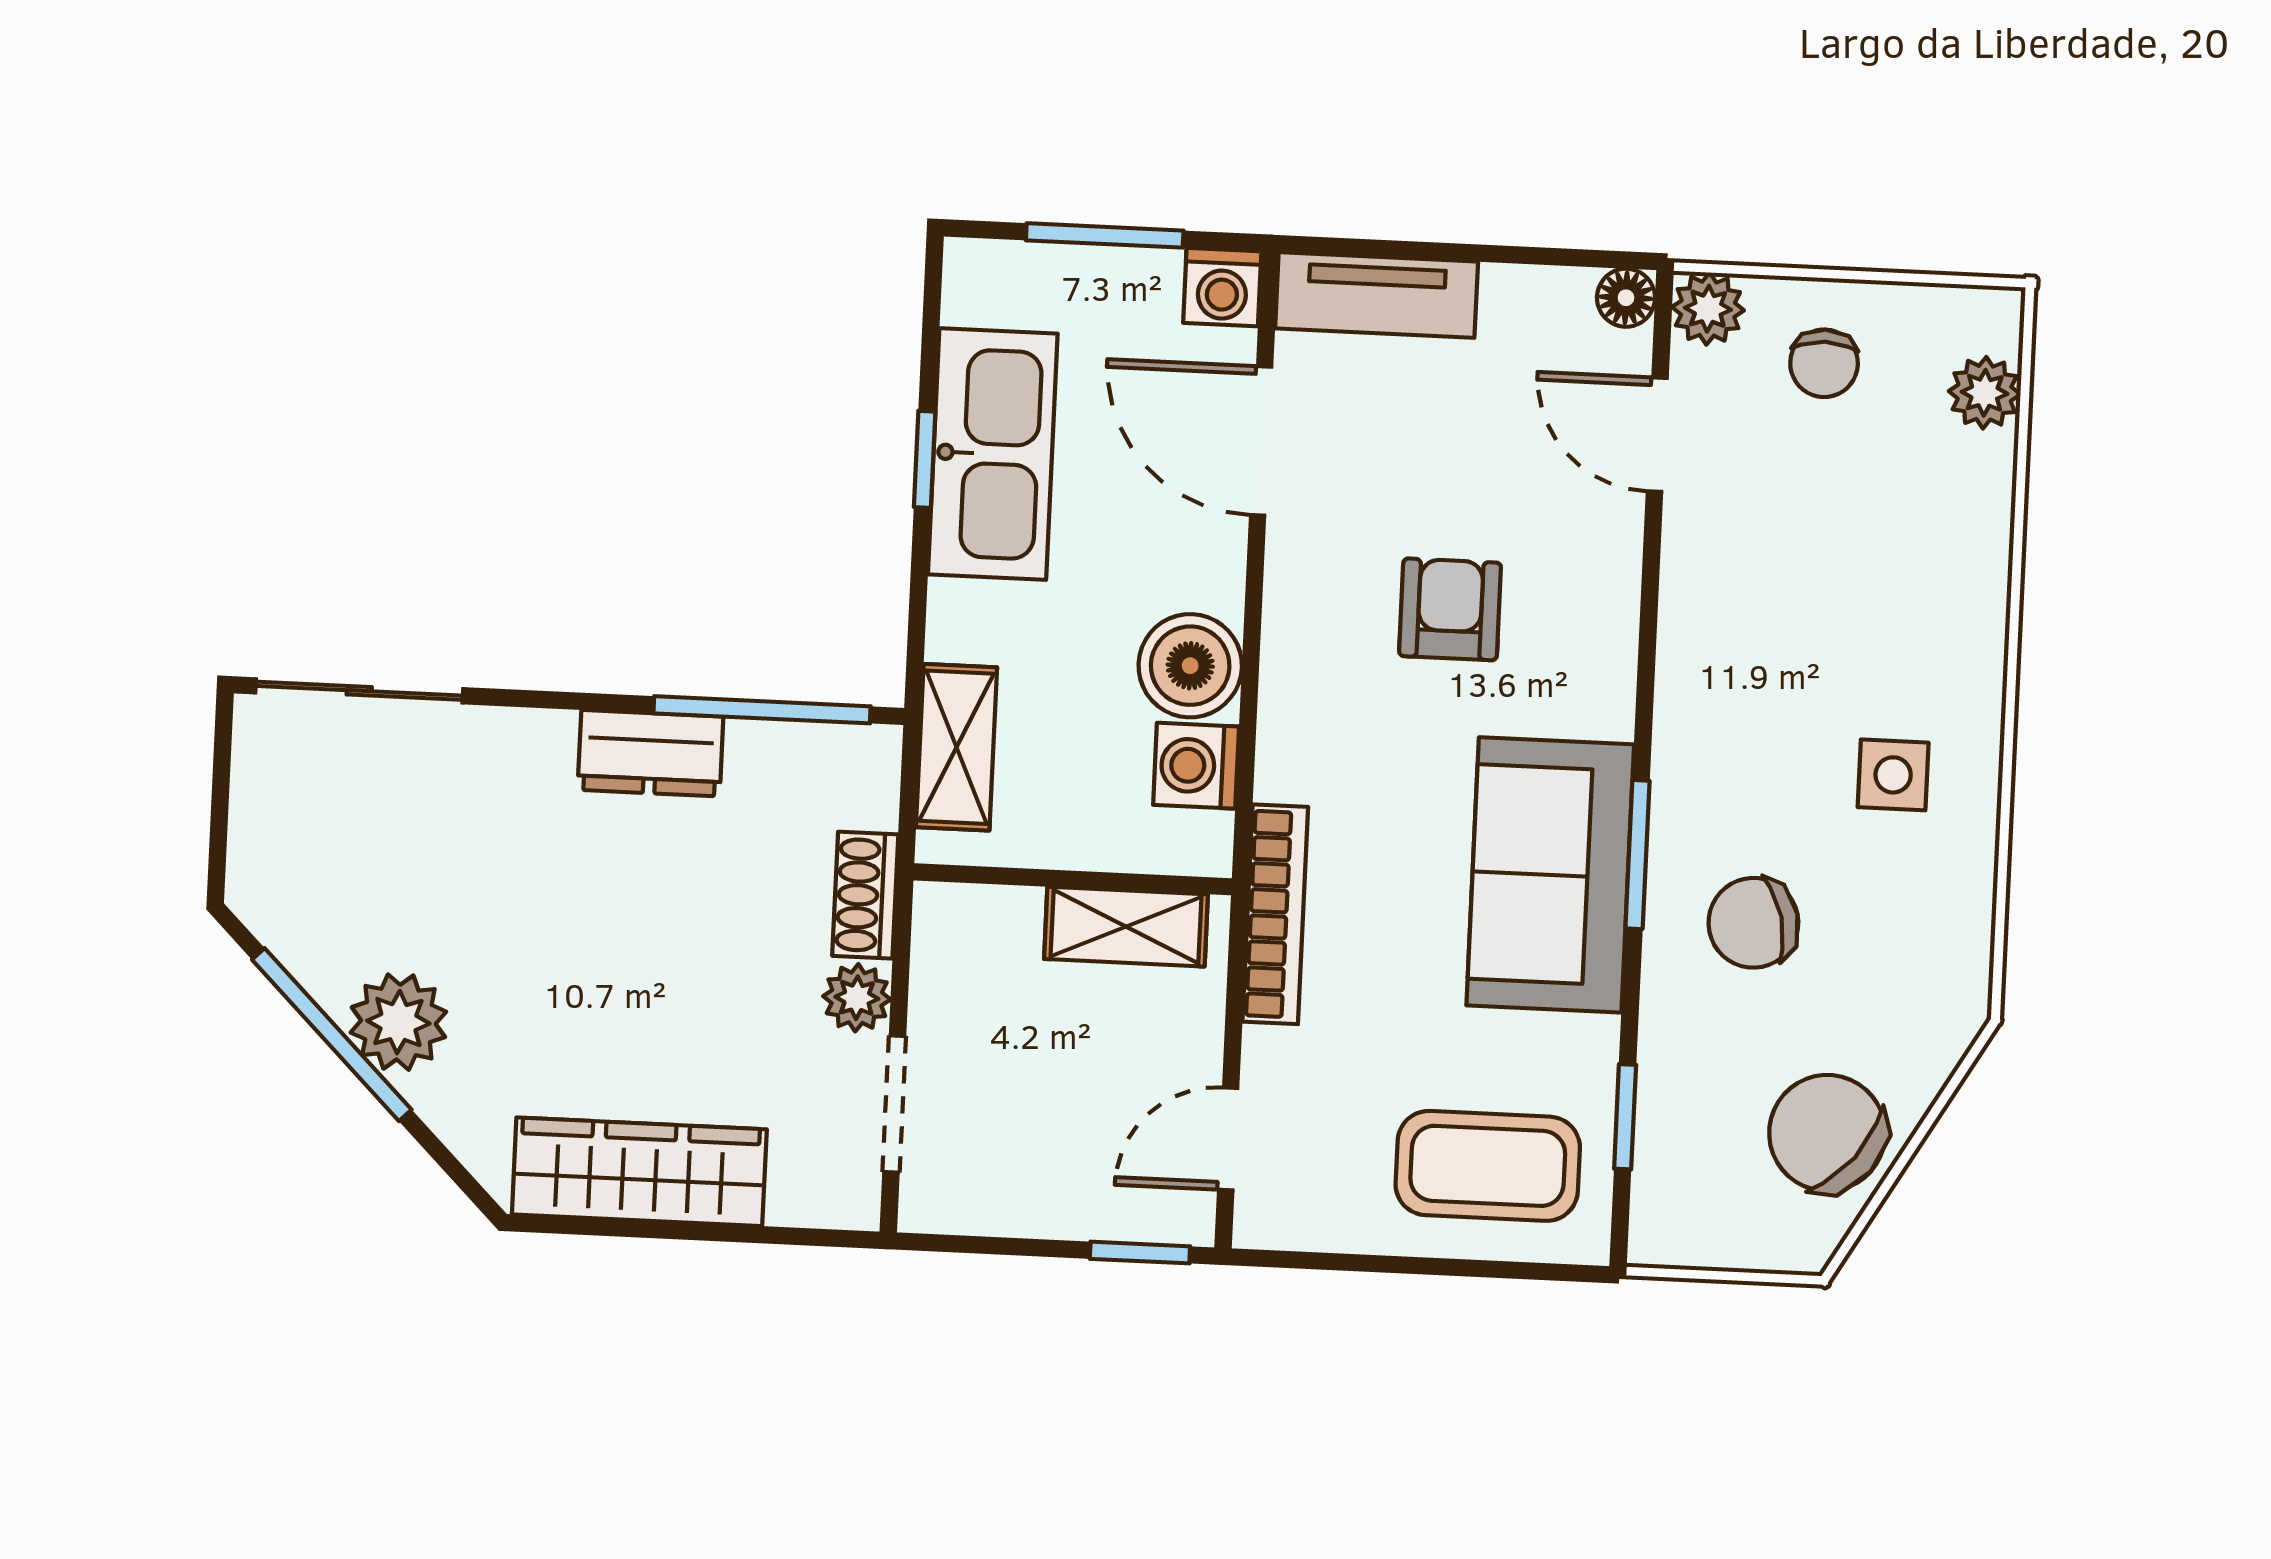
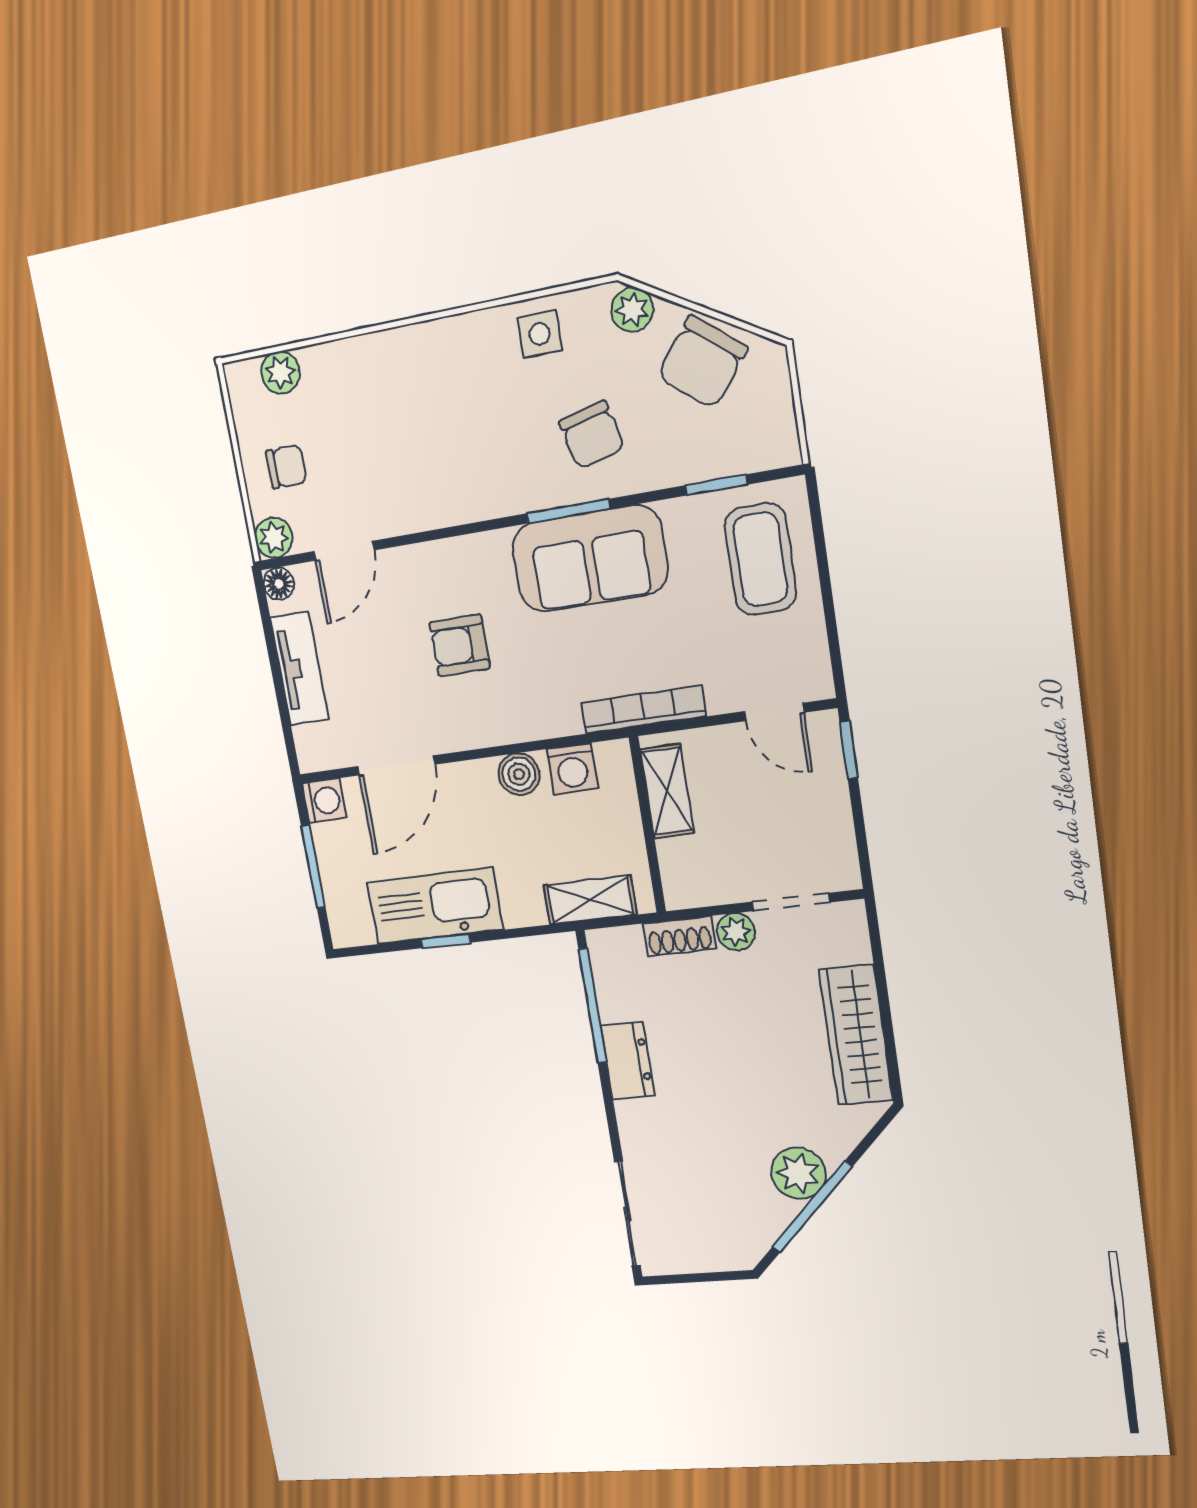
tv unit: (1377, 295) -> (300, 669), moved
boiler: (1190, 666) -> (519, 774), width x0.73, depth x0.73
side table: (1893, 775) -> (540, 334), moved
plant: (1938, 1034) -> (632, 310), added

